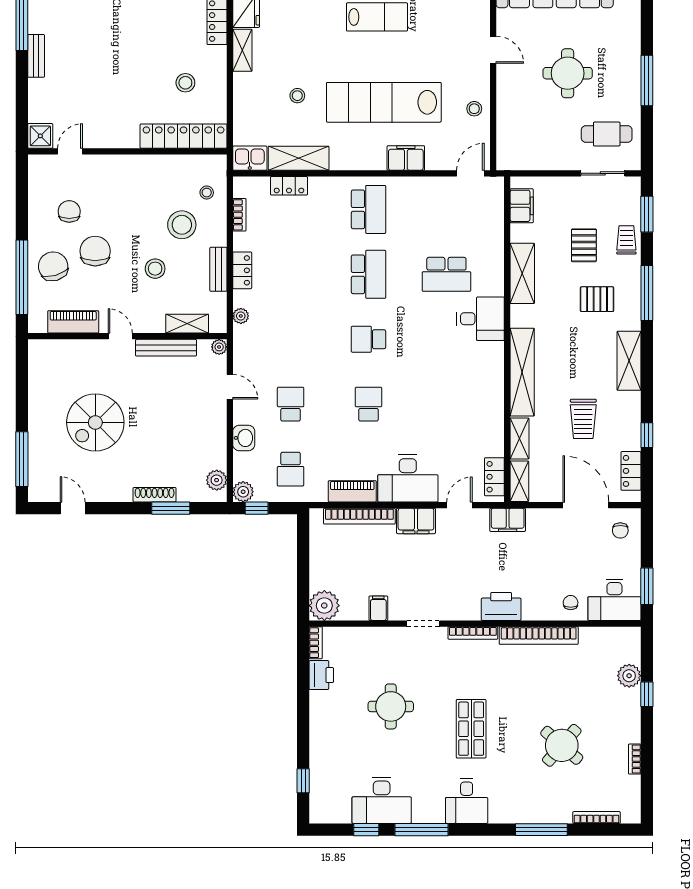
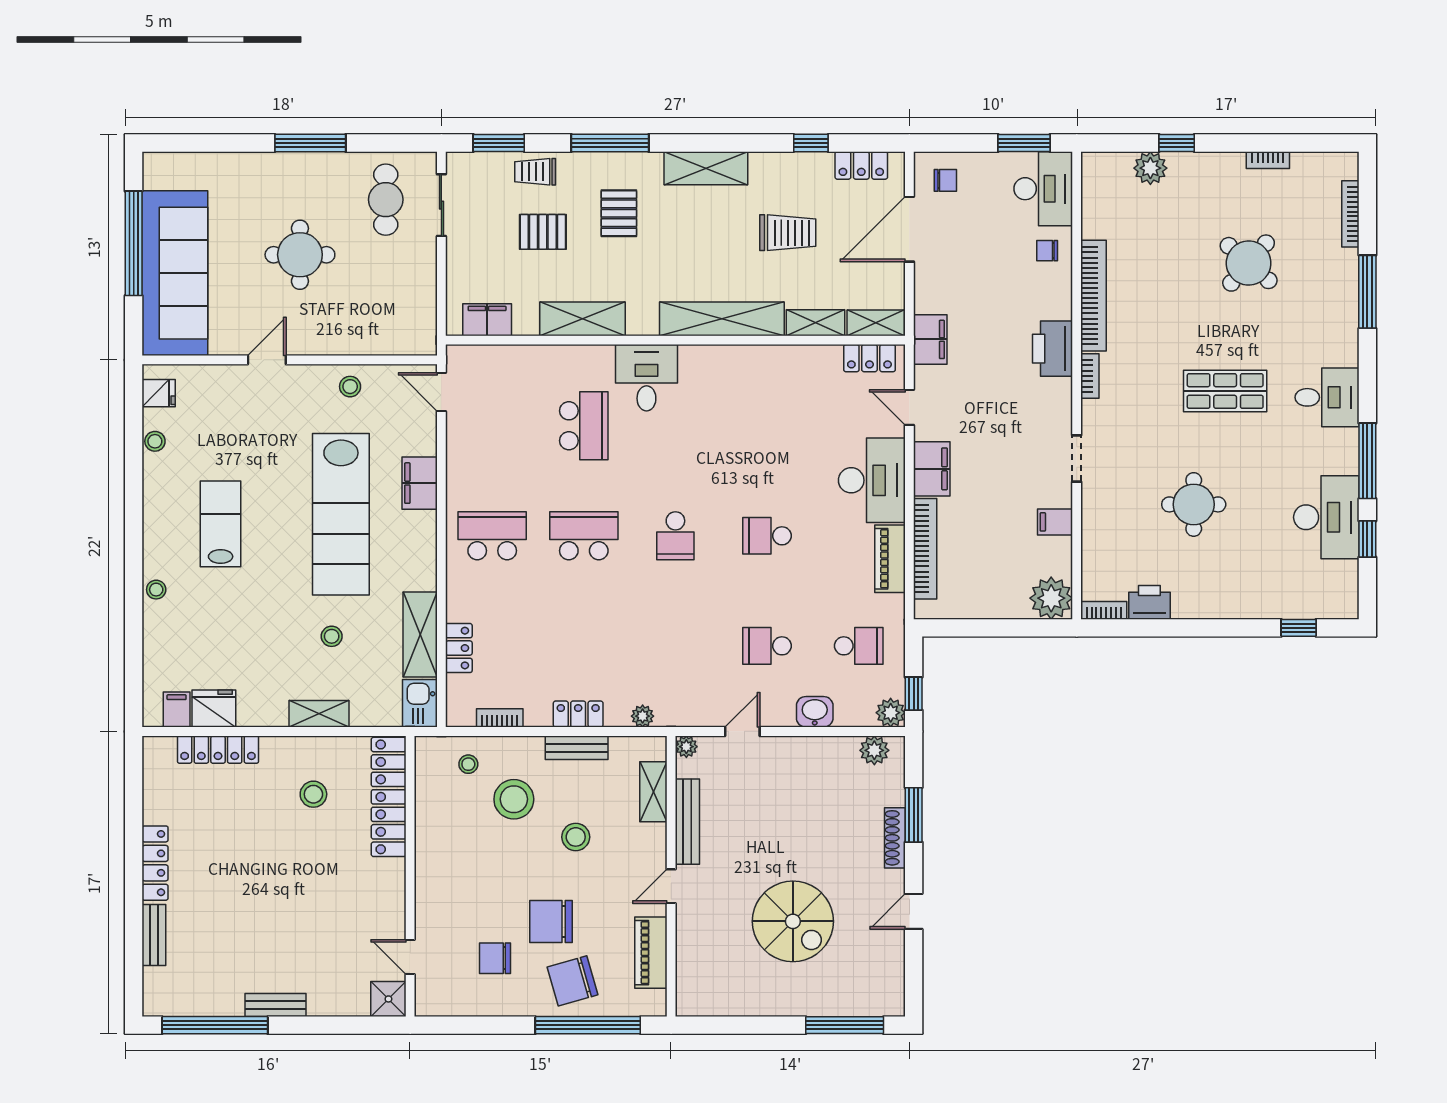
shelving: (242, 50) -> (319, 714), moved
door: (73, 508) -> (914, 911), moved
bookcase: (473, 633) -> (1090, 376), width x0.64

